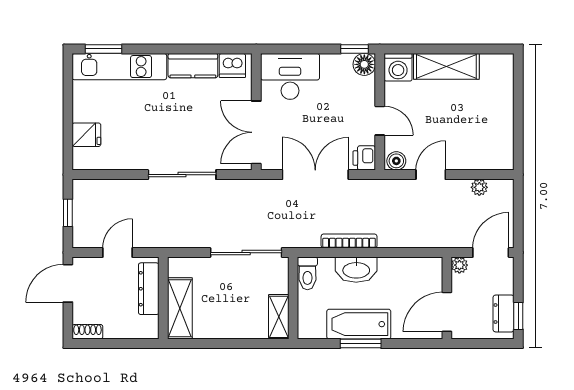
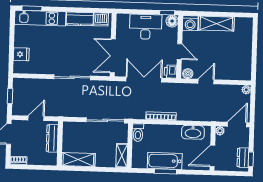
desk: (290, 76) -> (146, 27), moved
plant: (479, 187) -> (246, 90), moved
washbasin: (356, 270) -> (193, 132), moved
shelving: (180, 308) -> (78, 160), moved, turned 90

